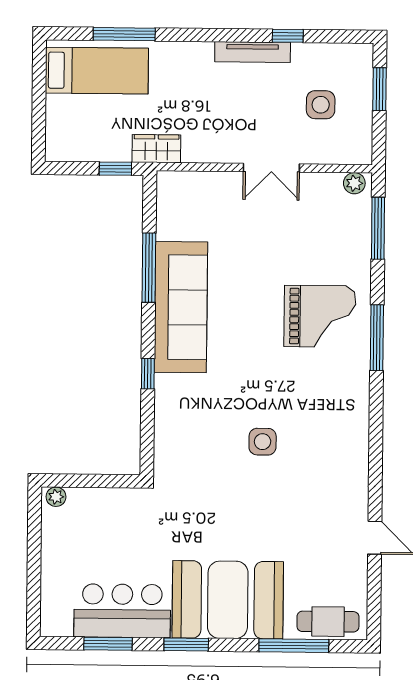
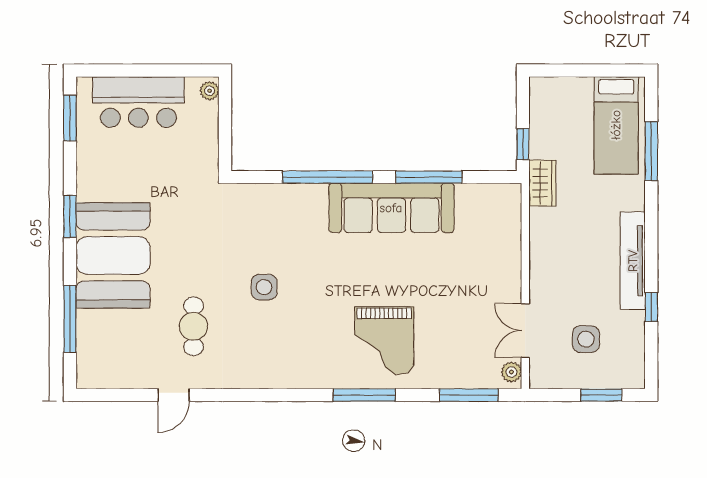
tv unit: (253, 52) -> (633, 261), width x1.36, depth x1.29
double door: (271, 168) -> (525, 331), moved
window: (148, 374) -> (328, 177), width x3.17
bar counter: (122, 611) -> (138, 102), moved, turned 90
cafe table: (328, 622) -> (194, 326), moved
window: (108, 644) -> (70, 118), moved

